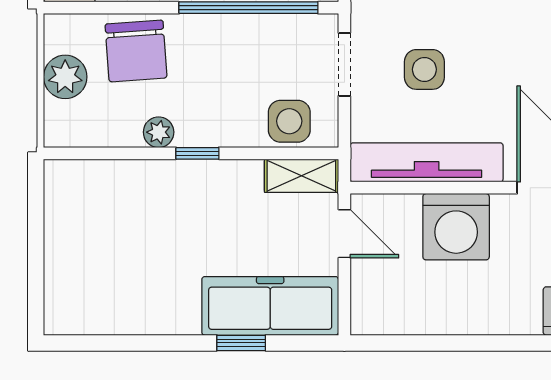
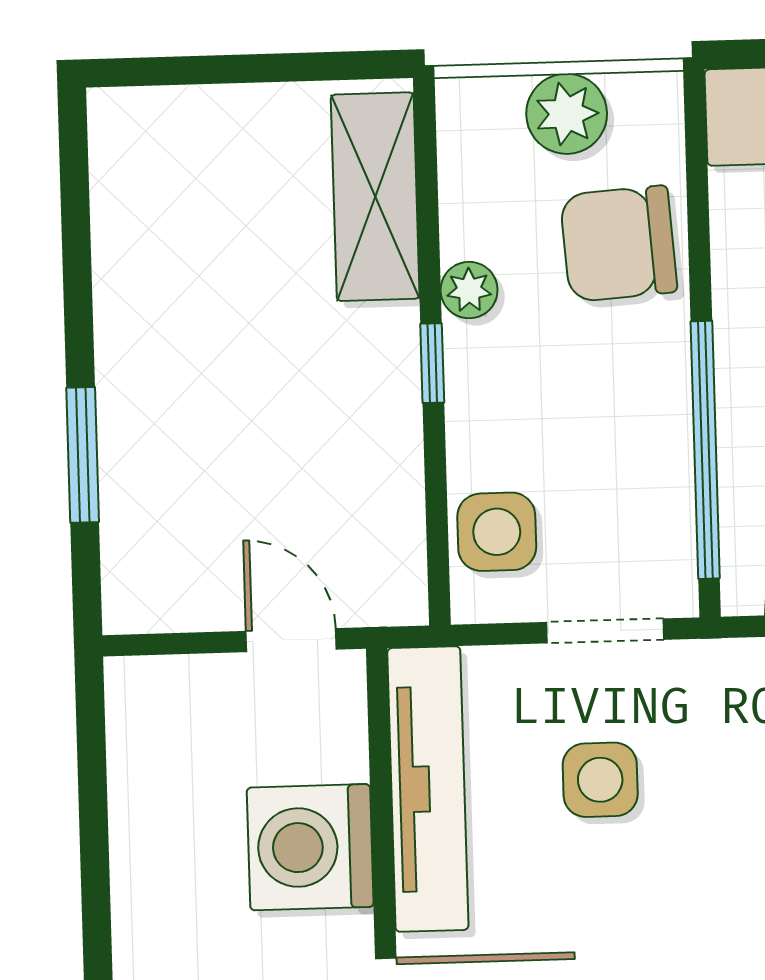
shelving: (301, 176) -> (375, 197), moved, width x1.50, depth x1.33
door: (344, 234) -> (291, 640), swing flipped
freezer: (270, 306) -> (153, 507), removed
window: (241, 343) -> (83, 455), width x1.50

